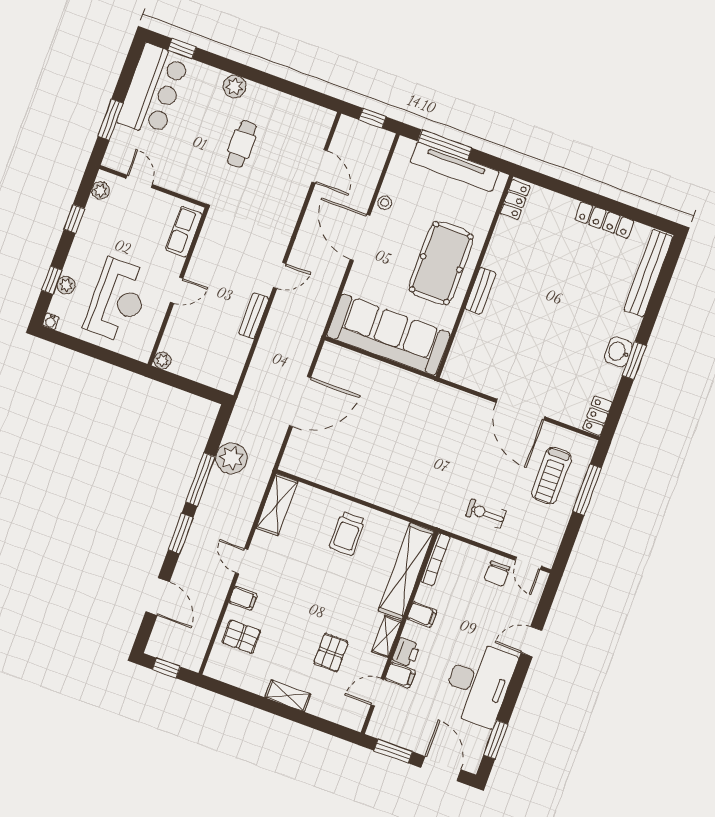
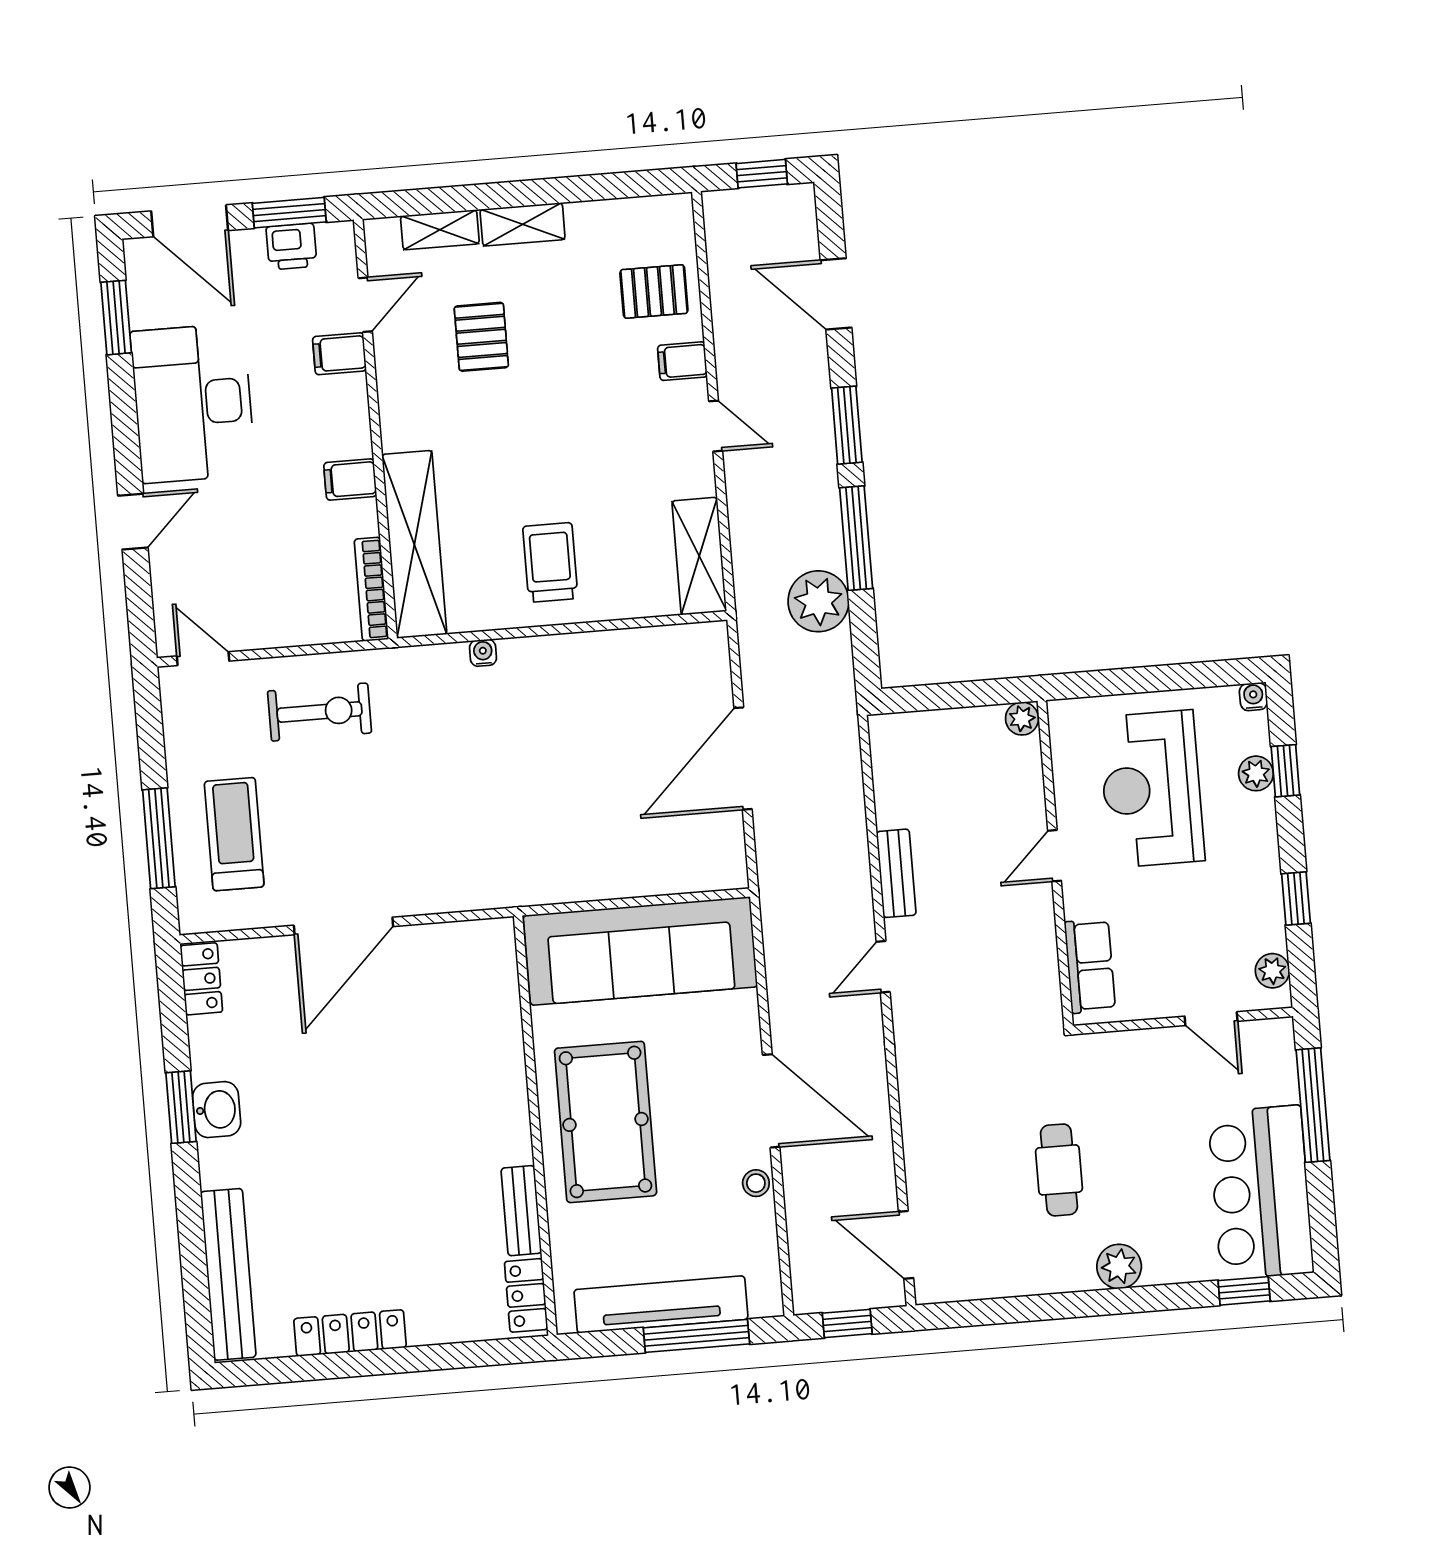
window: (111, 120) -> (1313, 1105), width x1.44
door: (320, 166) -> (906, 1245), moved
bench: (480, 291) -> (521, 1211), moved
door: (520, 410) -> (343, 926), swing flipped
water cooler: (398, 506) -> (483, 653), added
exercise bike: (486, 514) -> (320, 712), width x1.38, depth x1.39
chair: (497, 574) -> (250, 615), removed
shelving: (387, 636) -> (440, 230), moved, turned 90
printer: (406, 652) -> (291, 247), moved, turned -90

